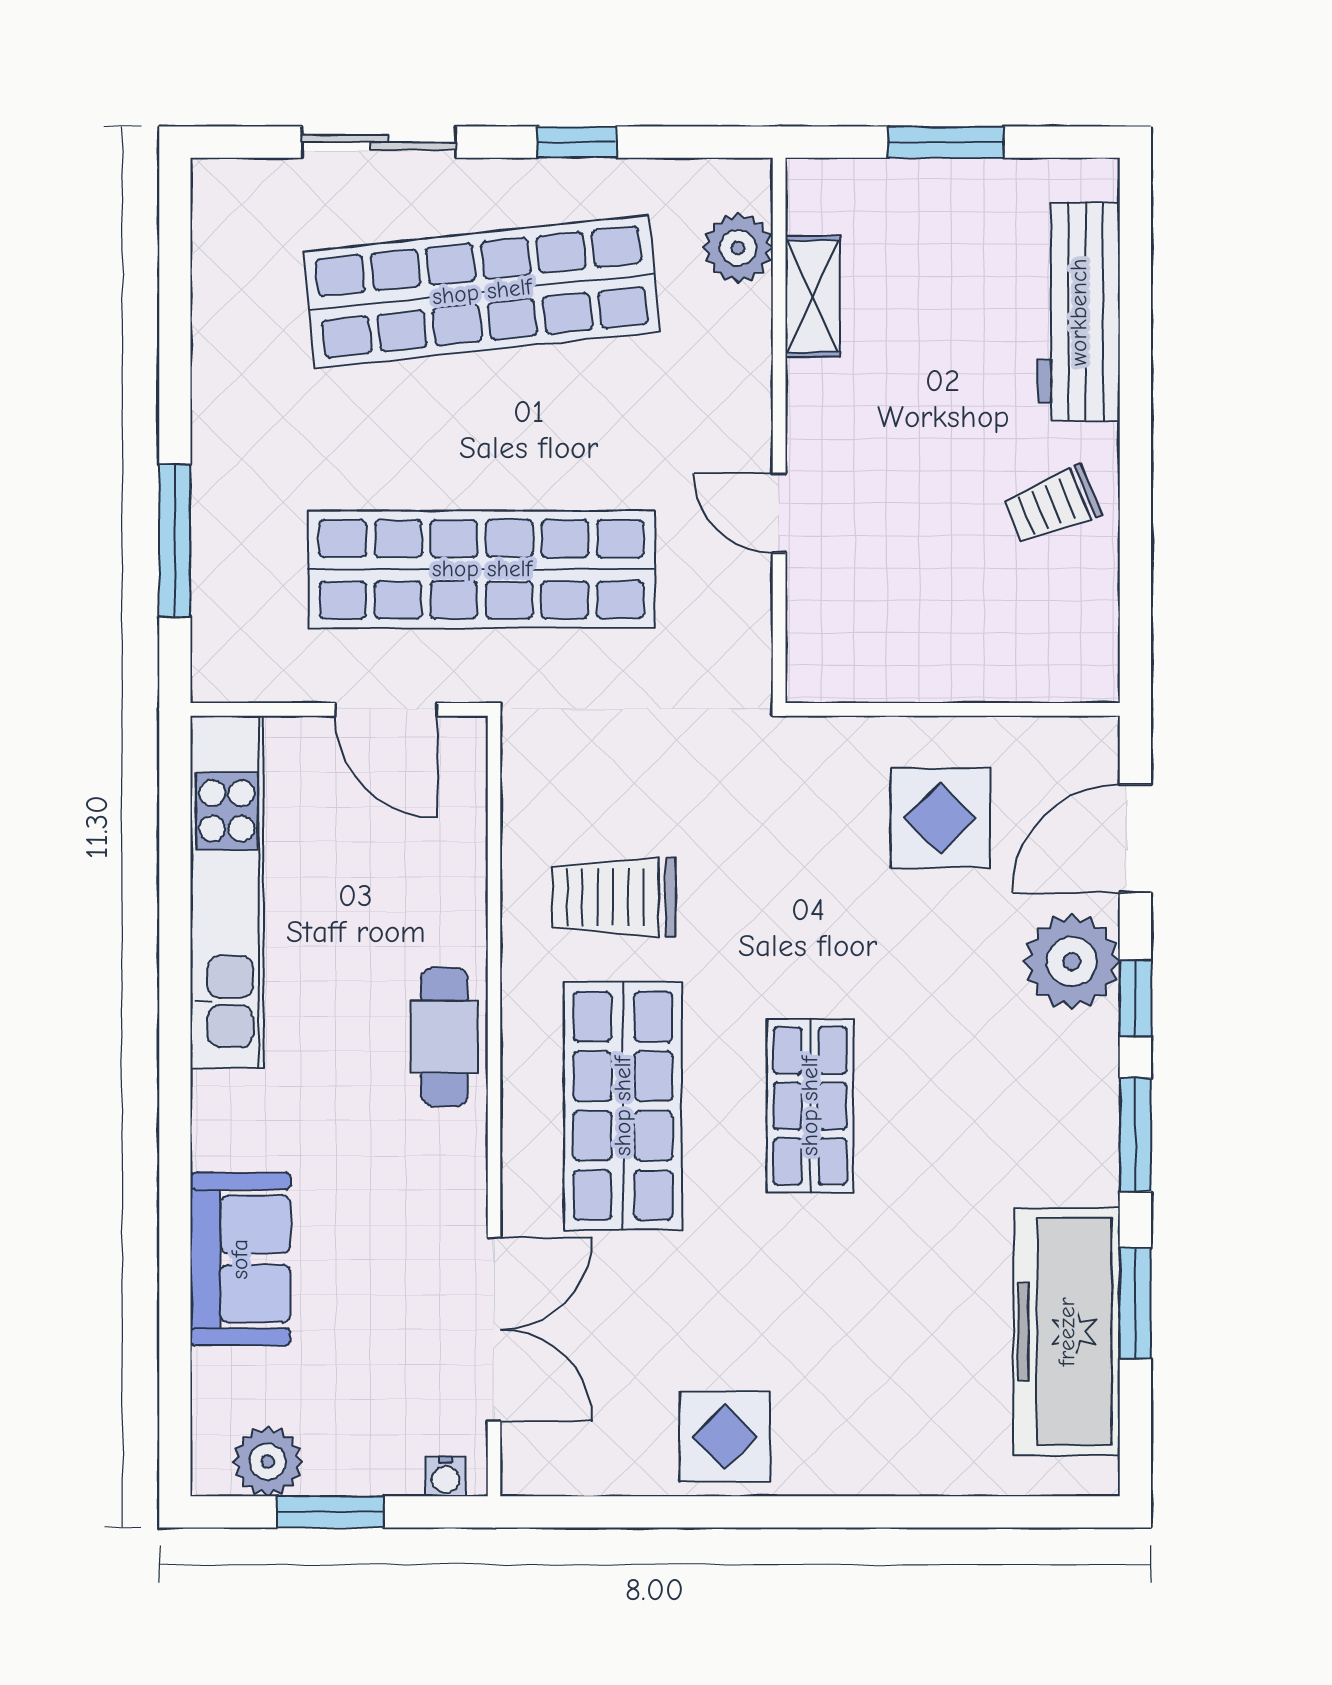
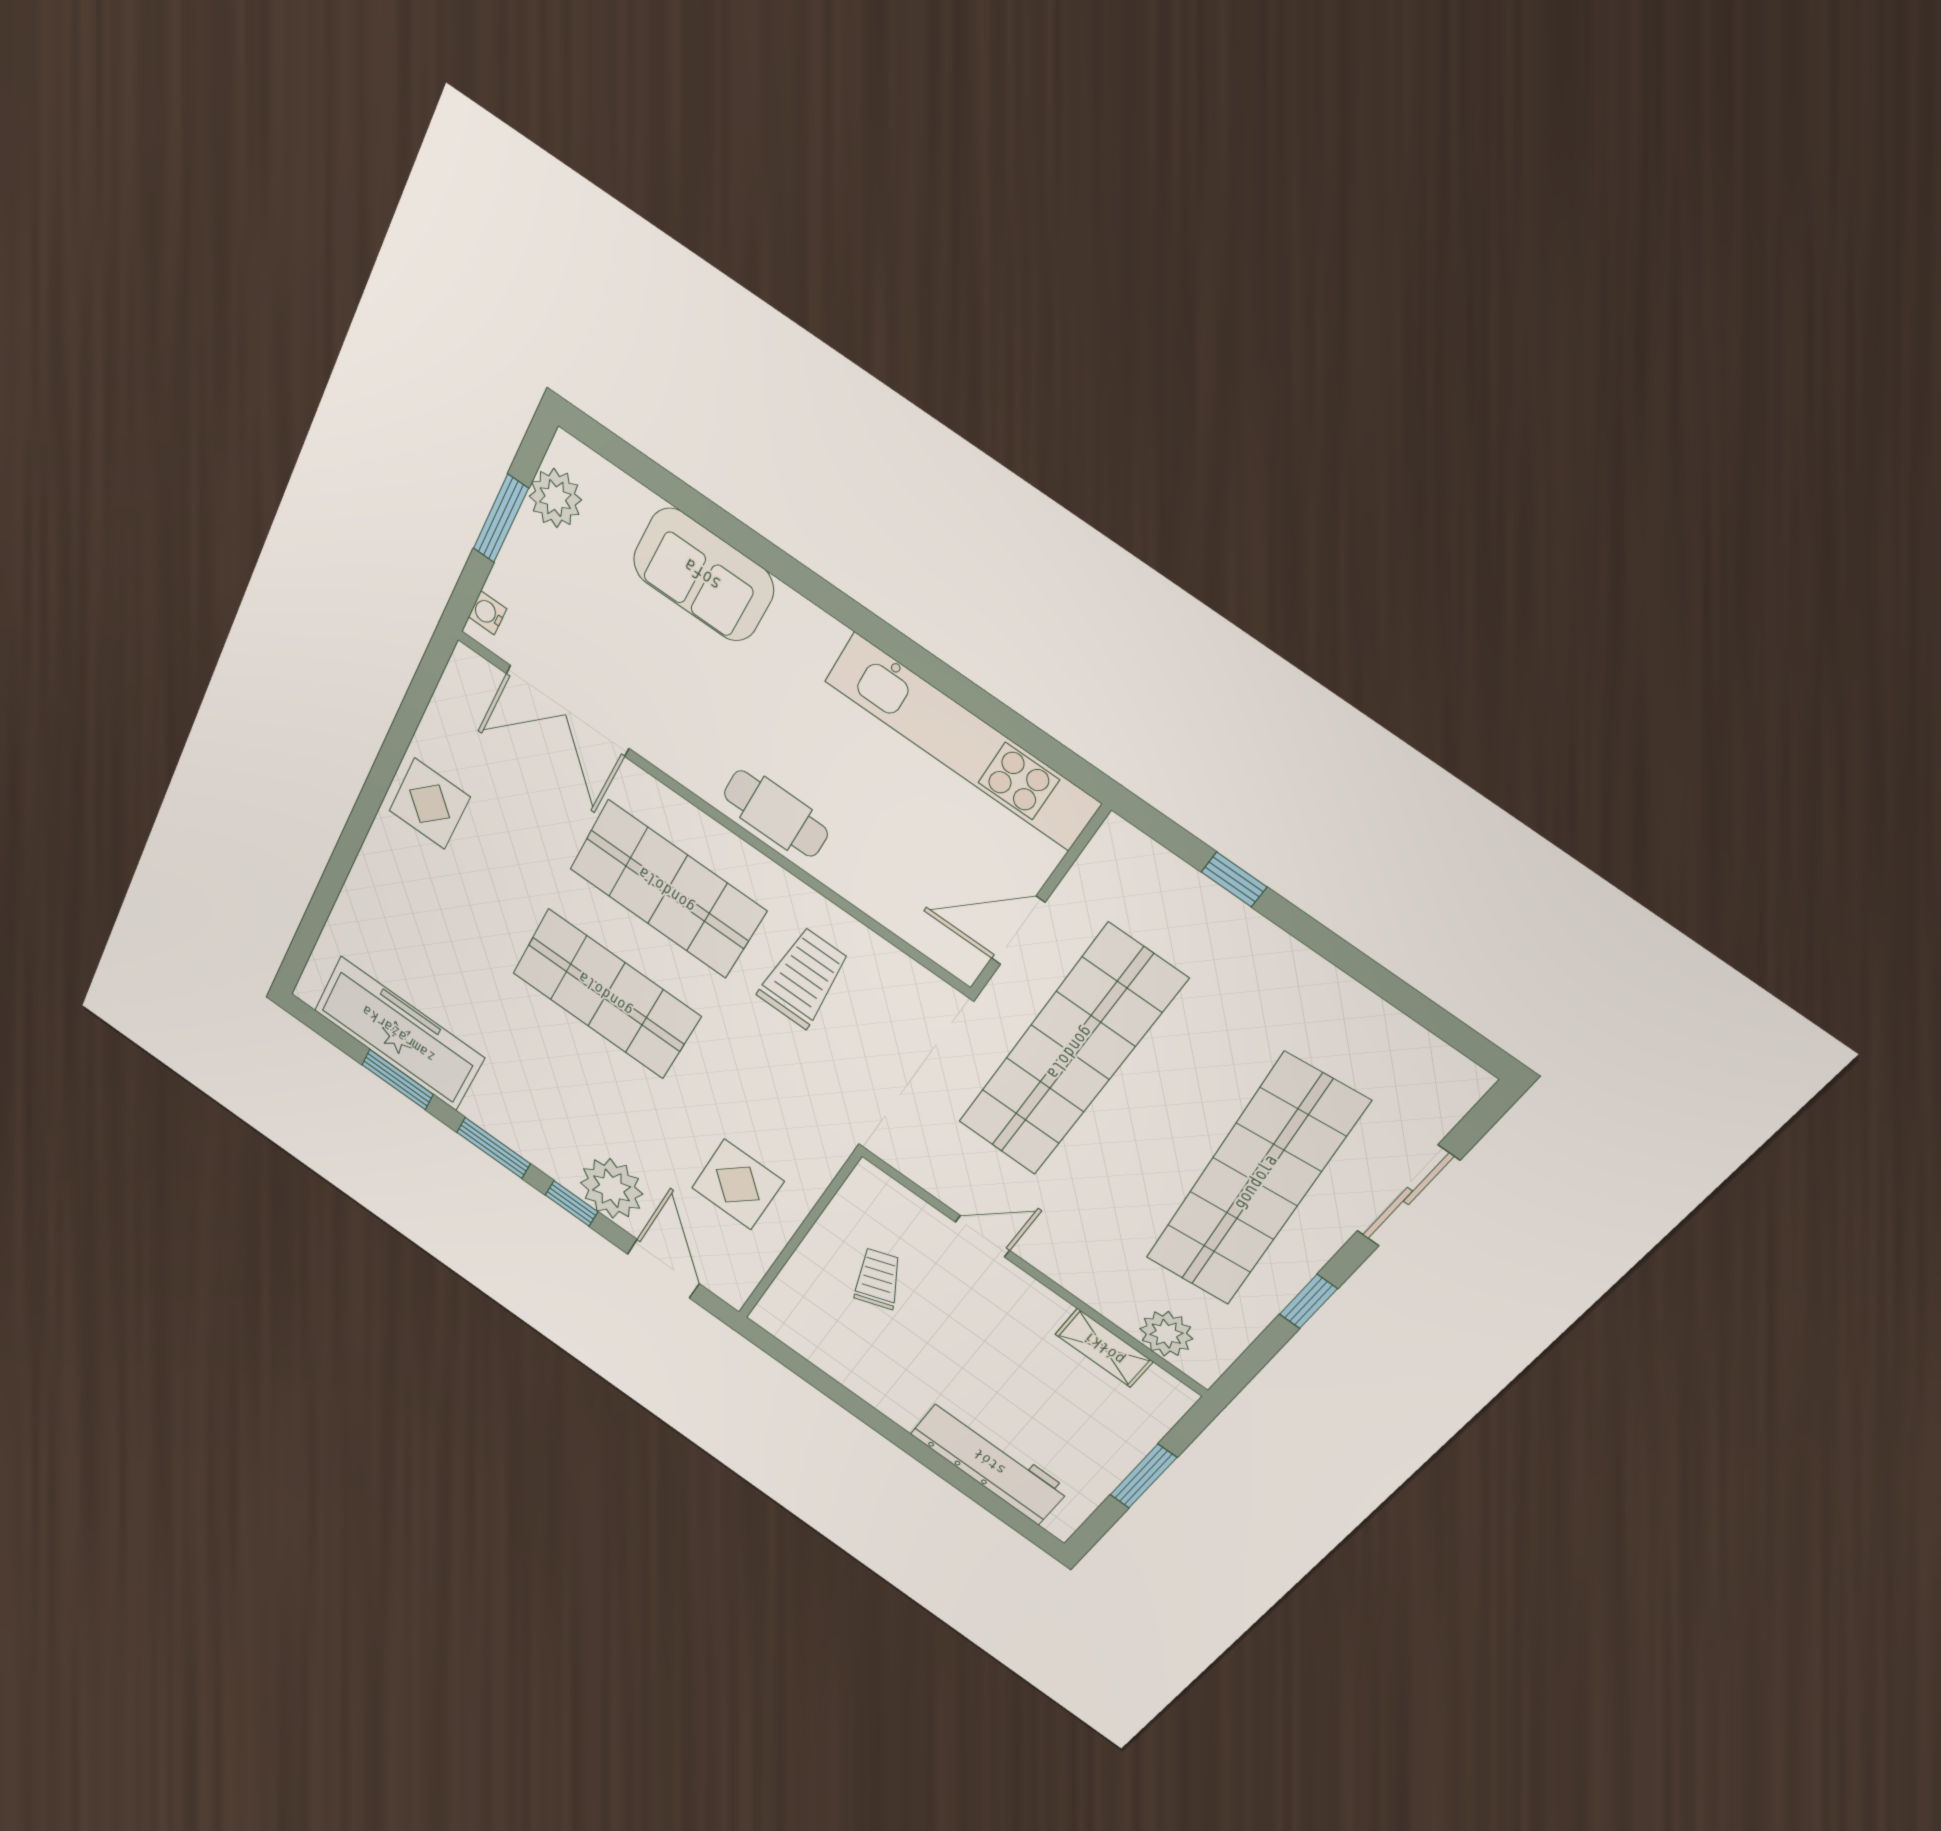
trolley: (1052, 505) -> (878, 1279), moved
window: (175, 541) -> (1234, 879), width x0.46
shop shelf: (810, 1106) -> (606, 994), width x1.43, depth x1.36

